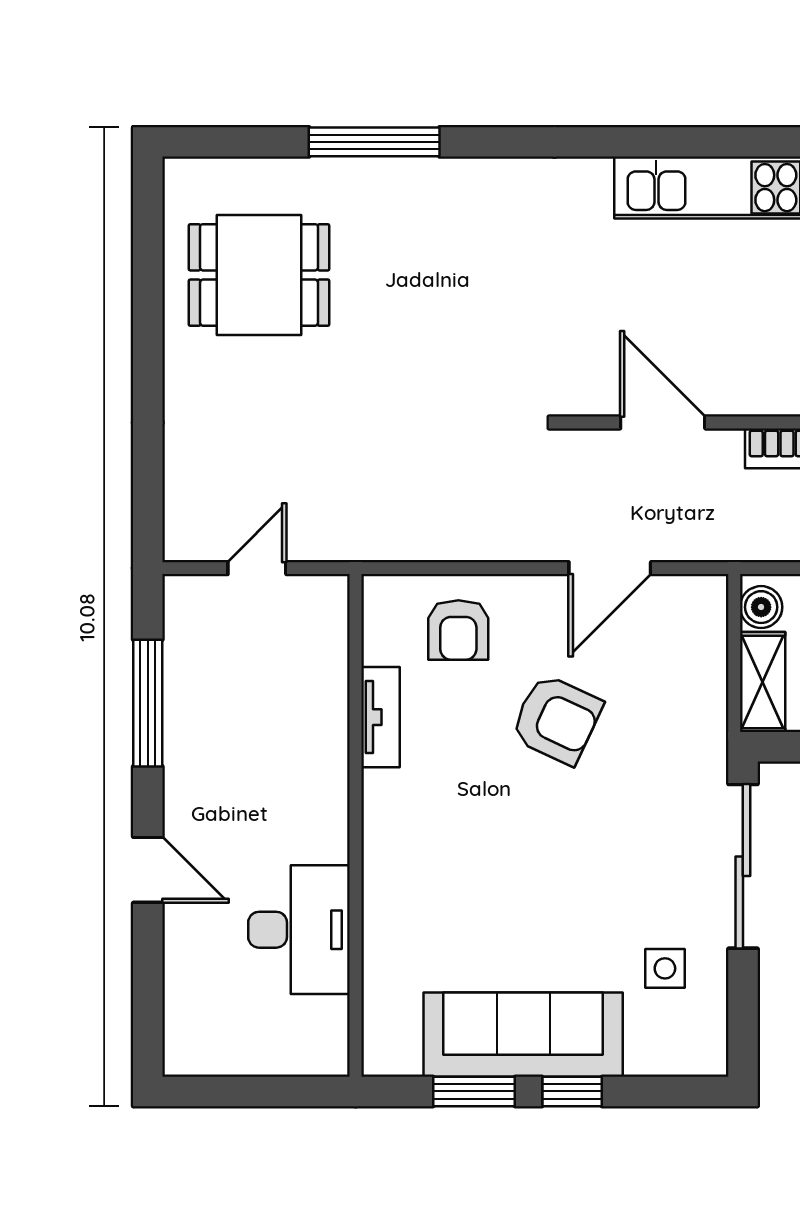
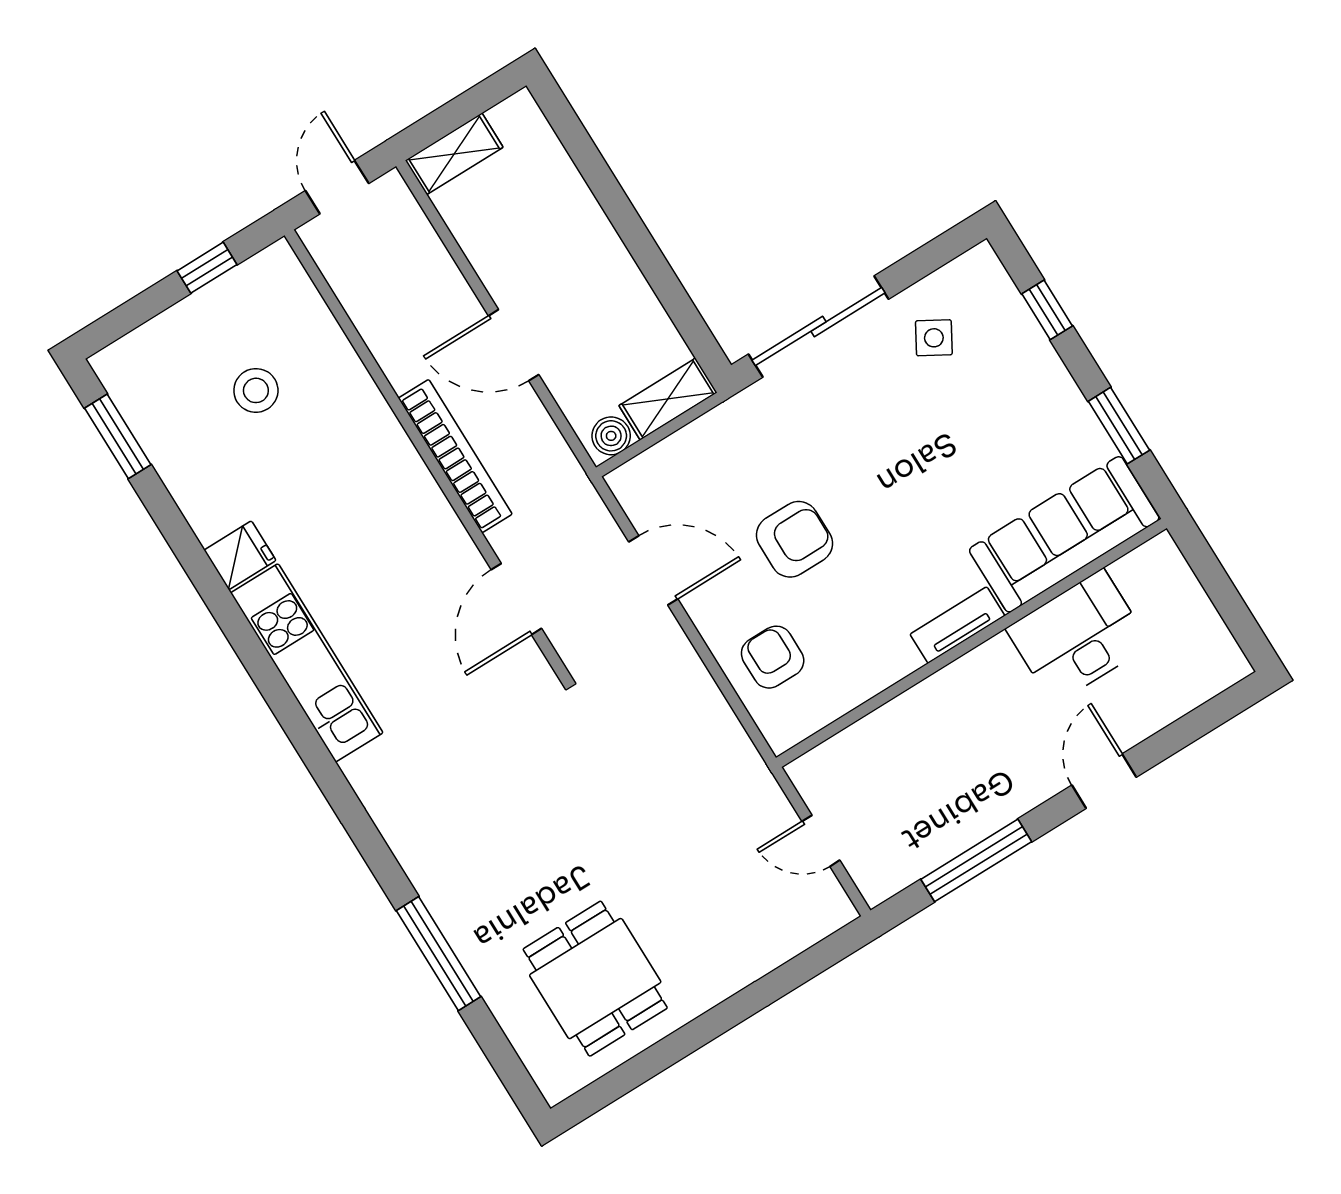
armchair: (458, 630) -> (773, 657), turned -90
tv unit: (381, 717) -> (957, 625), moved
armchair: (557, 719) -> (794, 539), turned 65
side table: (665, 968) -> (934, 338), turned 30
sofa: (523, 1035) -> (1064, 534), moved, turned 90
window: (572, 1091) -> (1047, 310), moved

